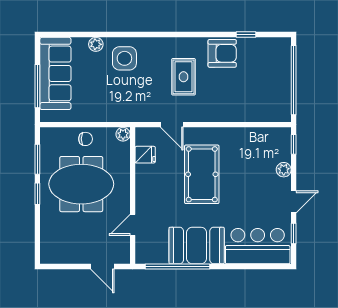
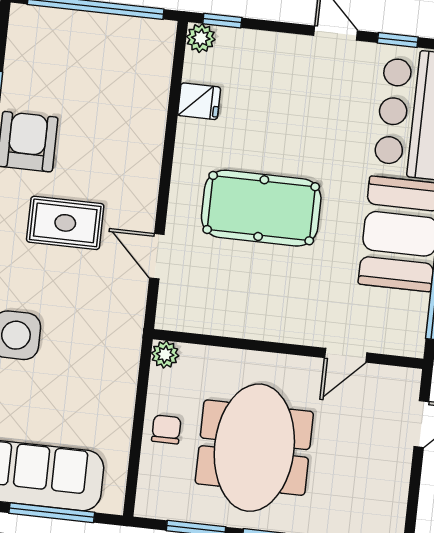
door: (172, 125) -> (157, 256), swing flipped
fridge: (145, 155) -> (199, 101), moved, turned 90
plant: (284, 170) -> (201, 38), moved
door: (133, 225) -> (346, 355), hinge flipped

